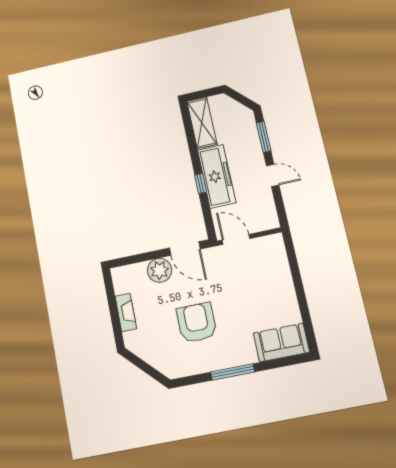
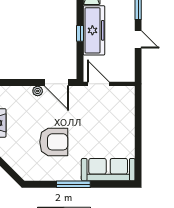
plant: (160, 270) -> (38, 91), width x0.53, depth x0.53
armchair: (197, 323) -> (54, 142), turned 90
sofa: (281, 343) -> (108, 170), width x1.36

